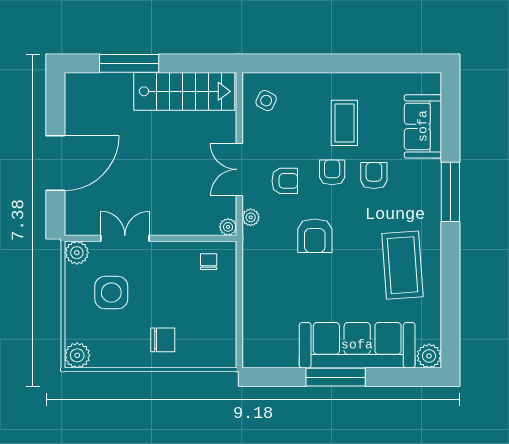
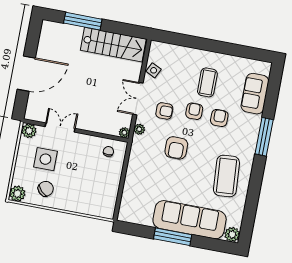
side table: (266, 101) -> (154, 70), moved
chair: (163, 340) -> (46, 189), moved, turned -45

